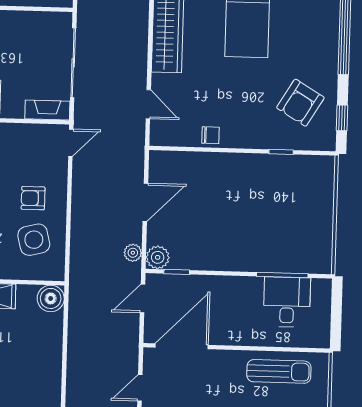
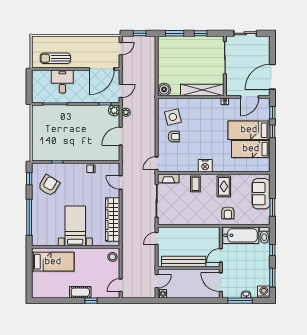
desk: (287, 302) -> (62, 81), moved, turned 180

